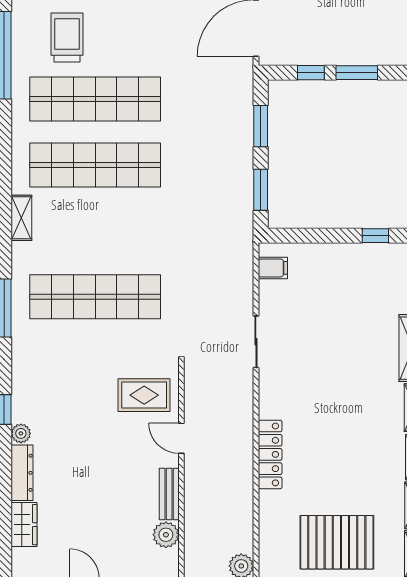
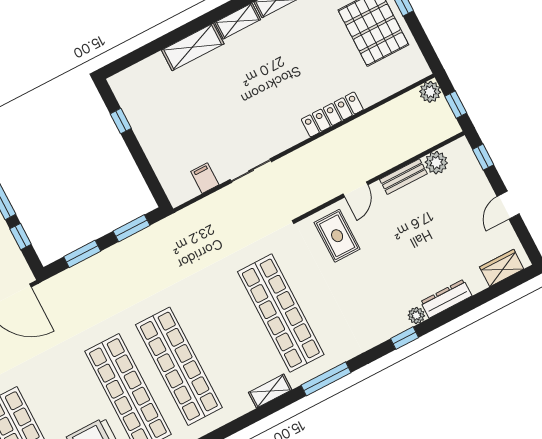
shelving: (21, 218) -> (270, 391), moved
filing cabinet: (273, 268) -> (205, 178), moved
wardrobe: (24, 525) -> (502, 268), moved

